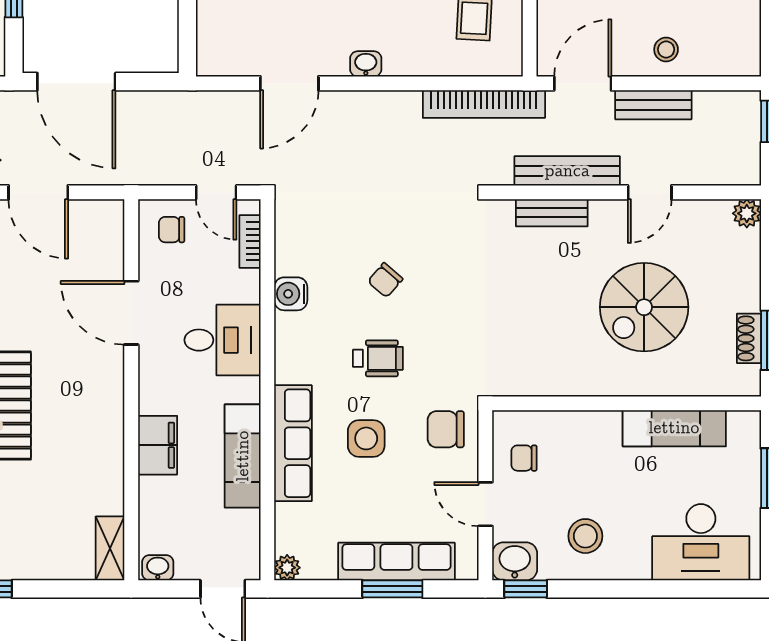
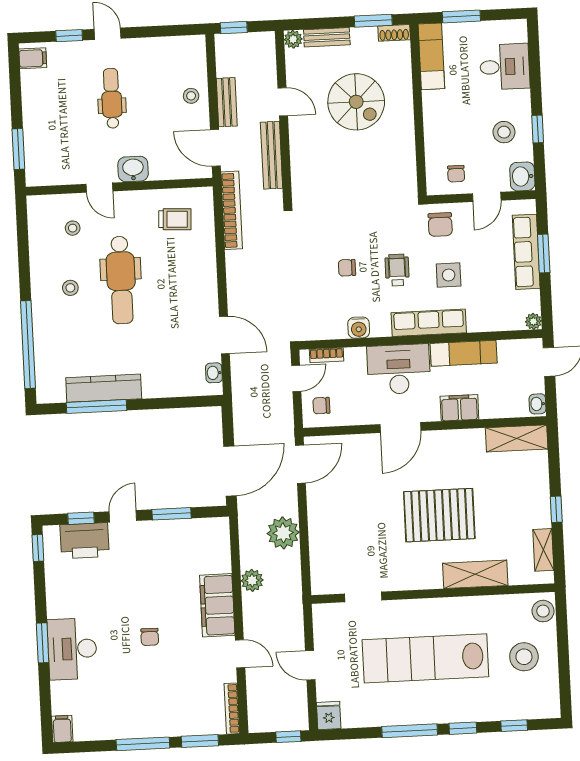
washbasin: (366, 64) -> (214, 373), moved
door: (38, 192) -> (300, 464), moved
bench: (552, 213) -> (327, 37), moved, turned 90
chair: (172, 230) -> (321, 406), turned 90
chair: (385, 280) -> (347, 268), turned 139
door: (131, 313) -> (400, 428), moved
shoe rack: (749, 338) -> (394, 33), moved
desk: (223, 340) -> (399, 369), width x1.37
exam couch: (674, 428) -> (431, 56), moved
row of seats: (293, 443) -> (429, 323), moved
desk: (701, 542) -> (505, 67), width x0.73
shelving: (110, 548) -> (517, 438), width x1.50, depth x1.33
window: (526, 589) -> (538, 129), moved

